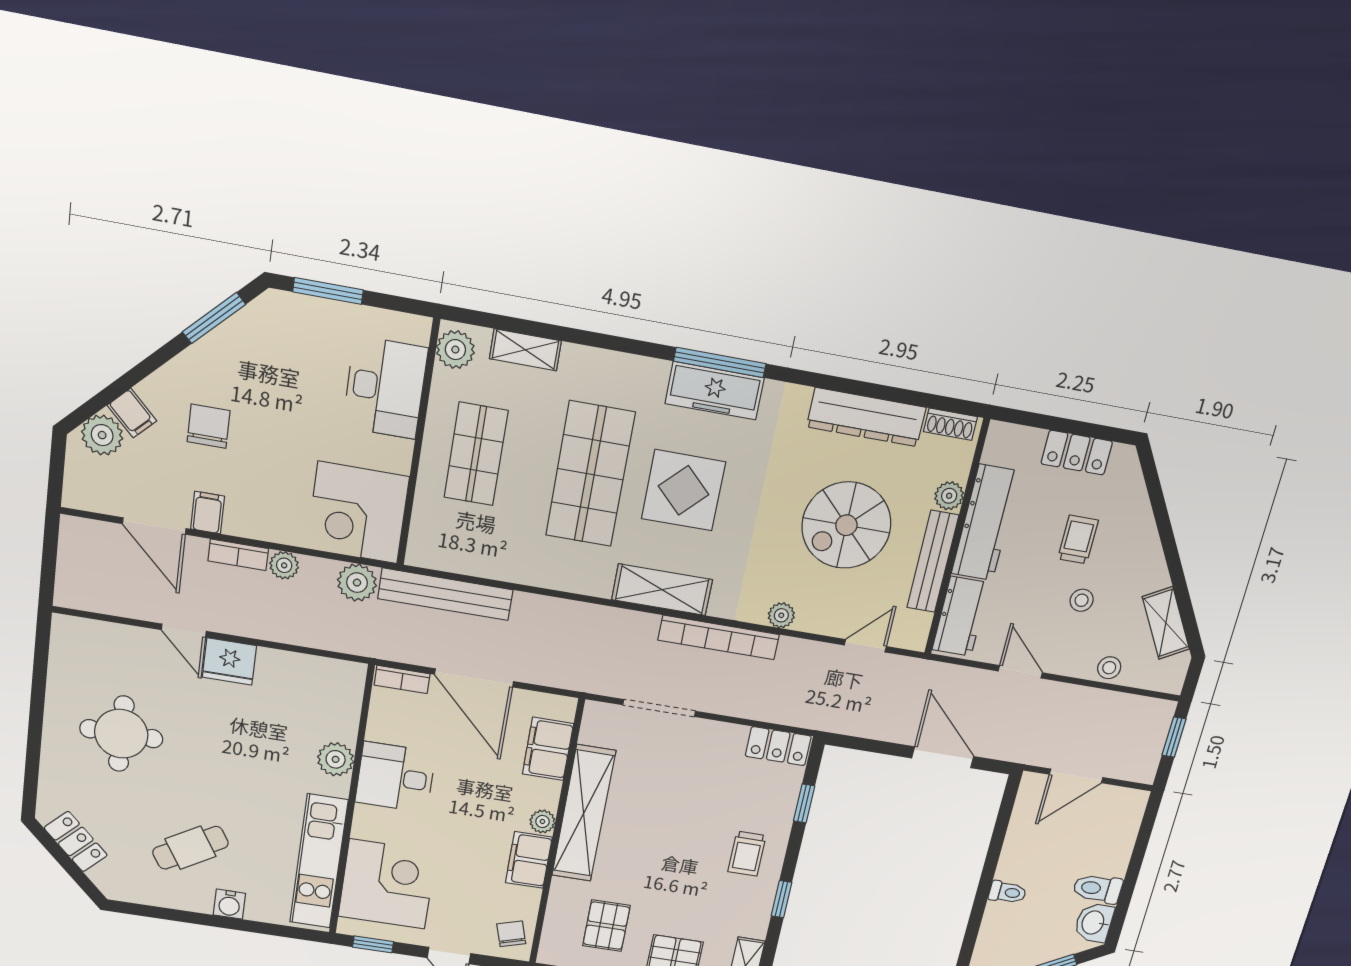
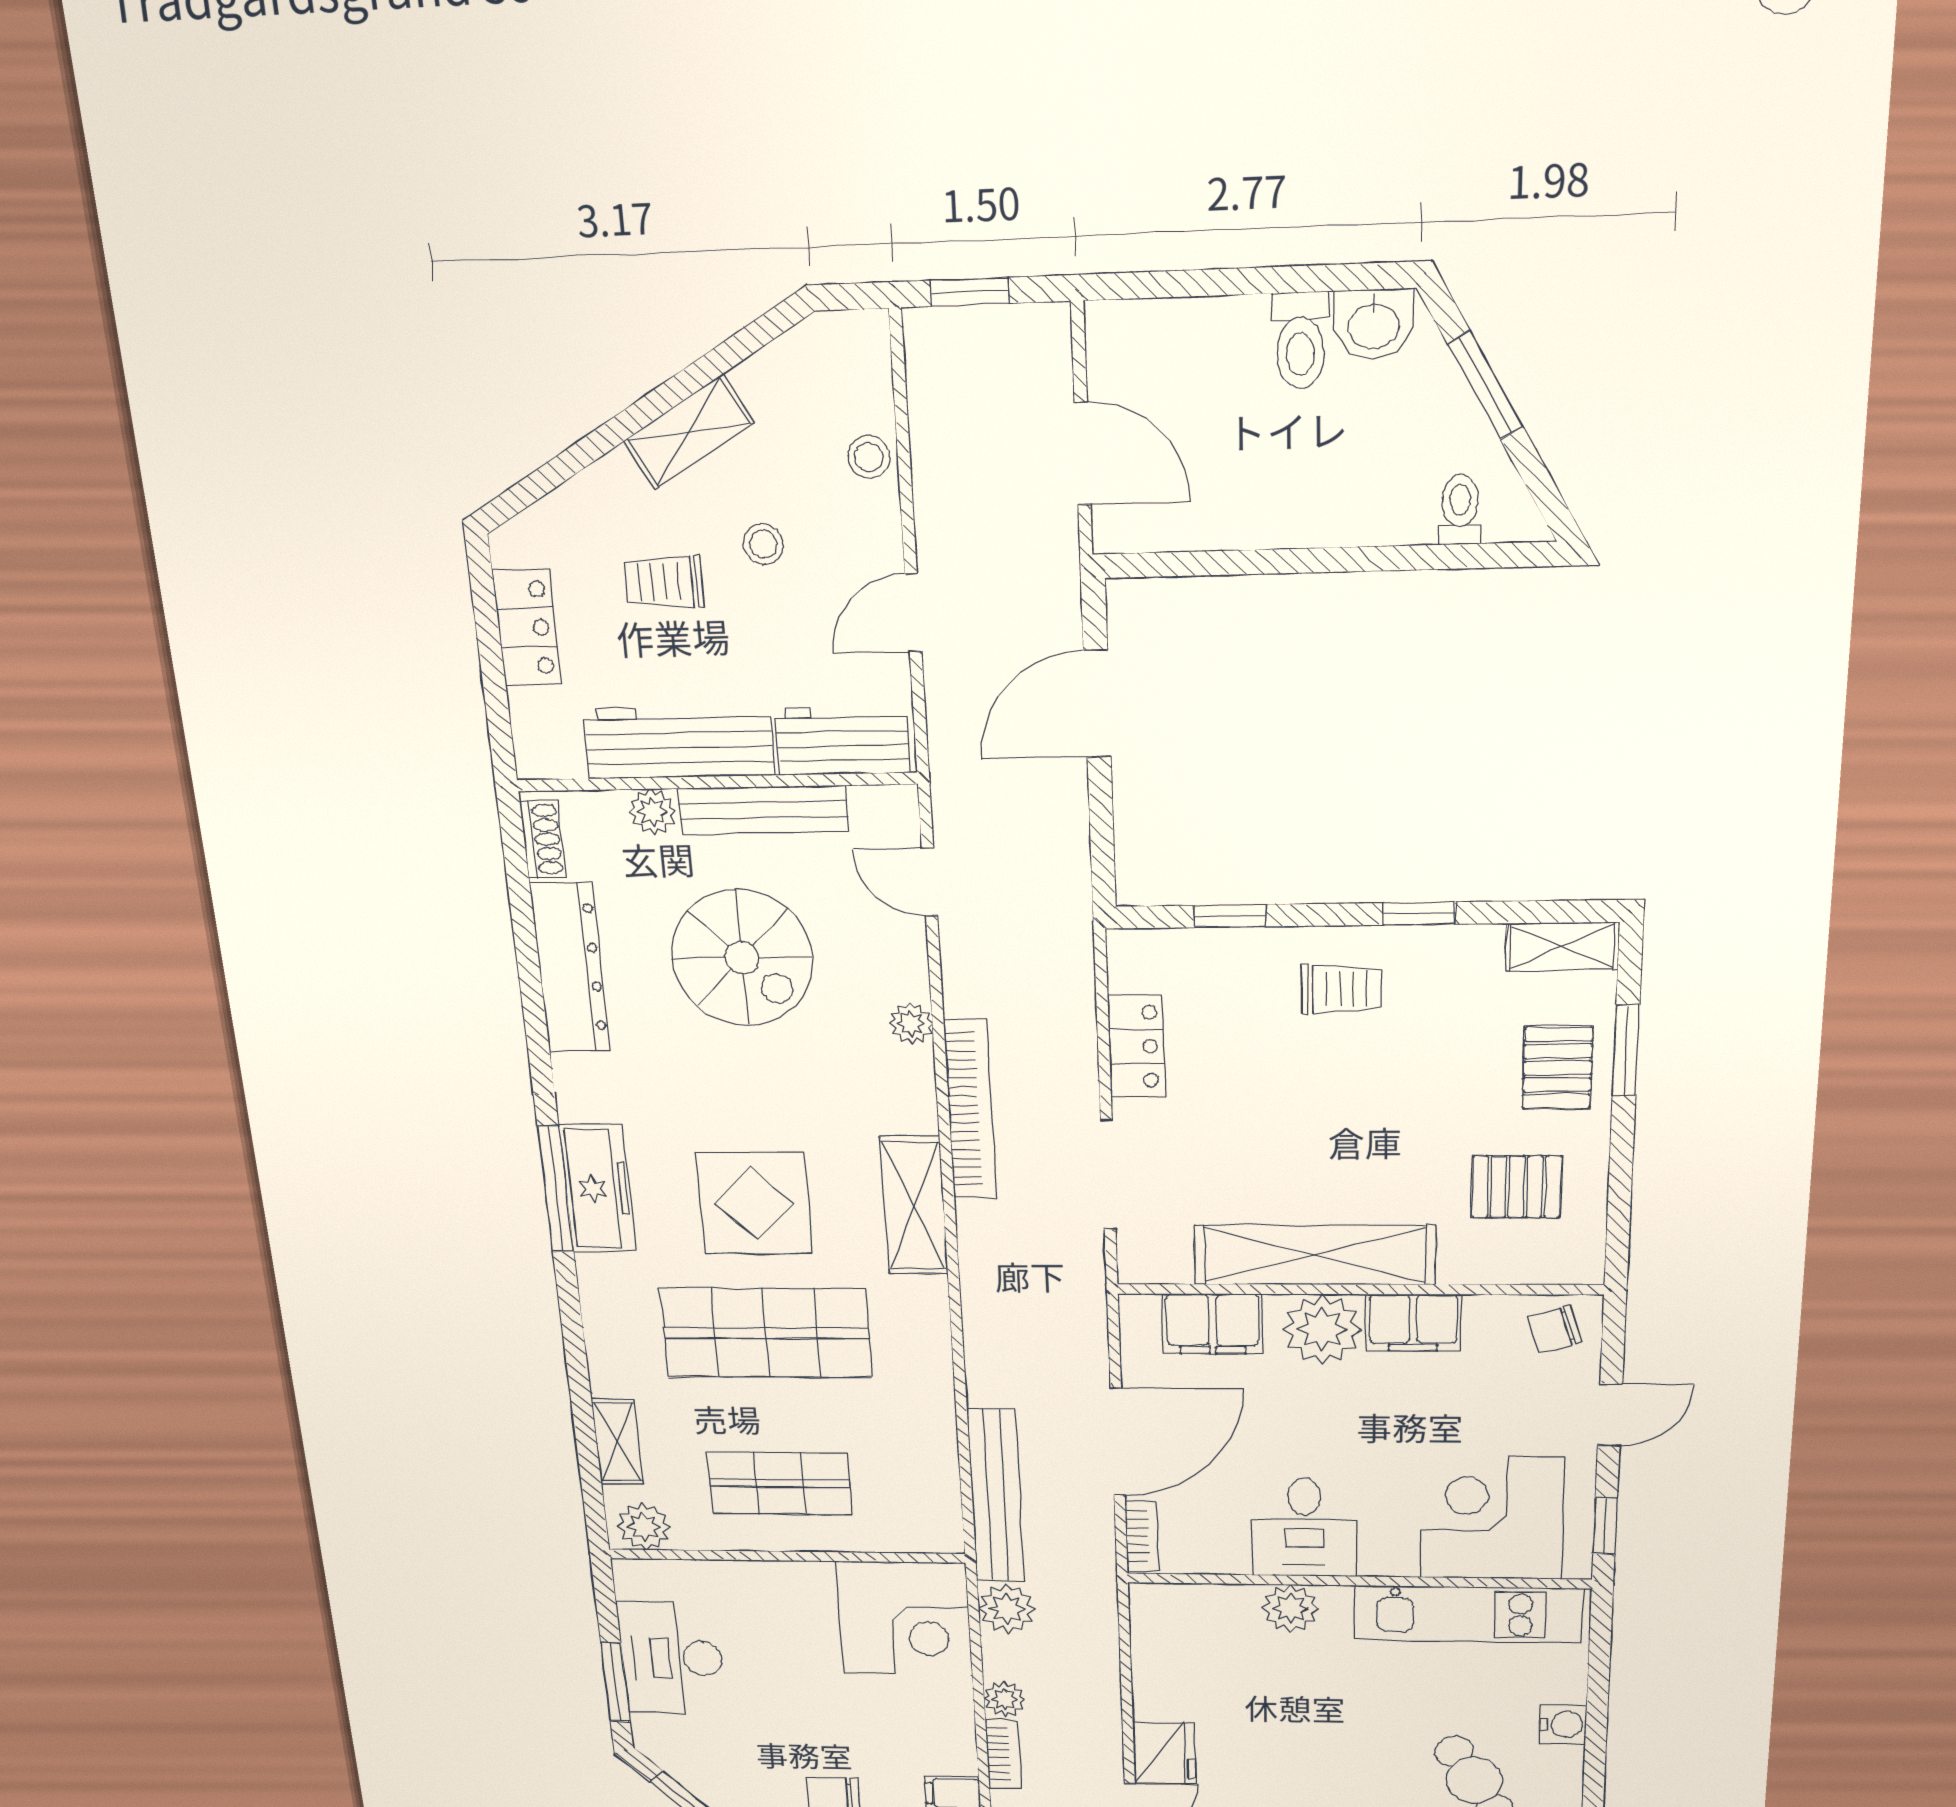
desk: (385, 388) -> (672, 1658), moved, turned -90
shelving: (1166, 623) -> (689, 432), moved
locker: (778, 746) -> (1136, 1046), moved
plant: (542, 821) -> (1322, 1329), width x1.88, depth x1.88
toilet: (1007, 892) -> (1460, 510), moved

